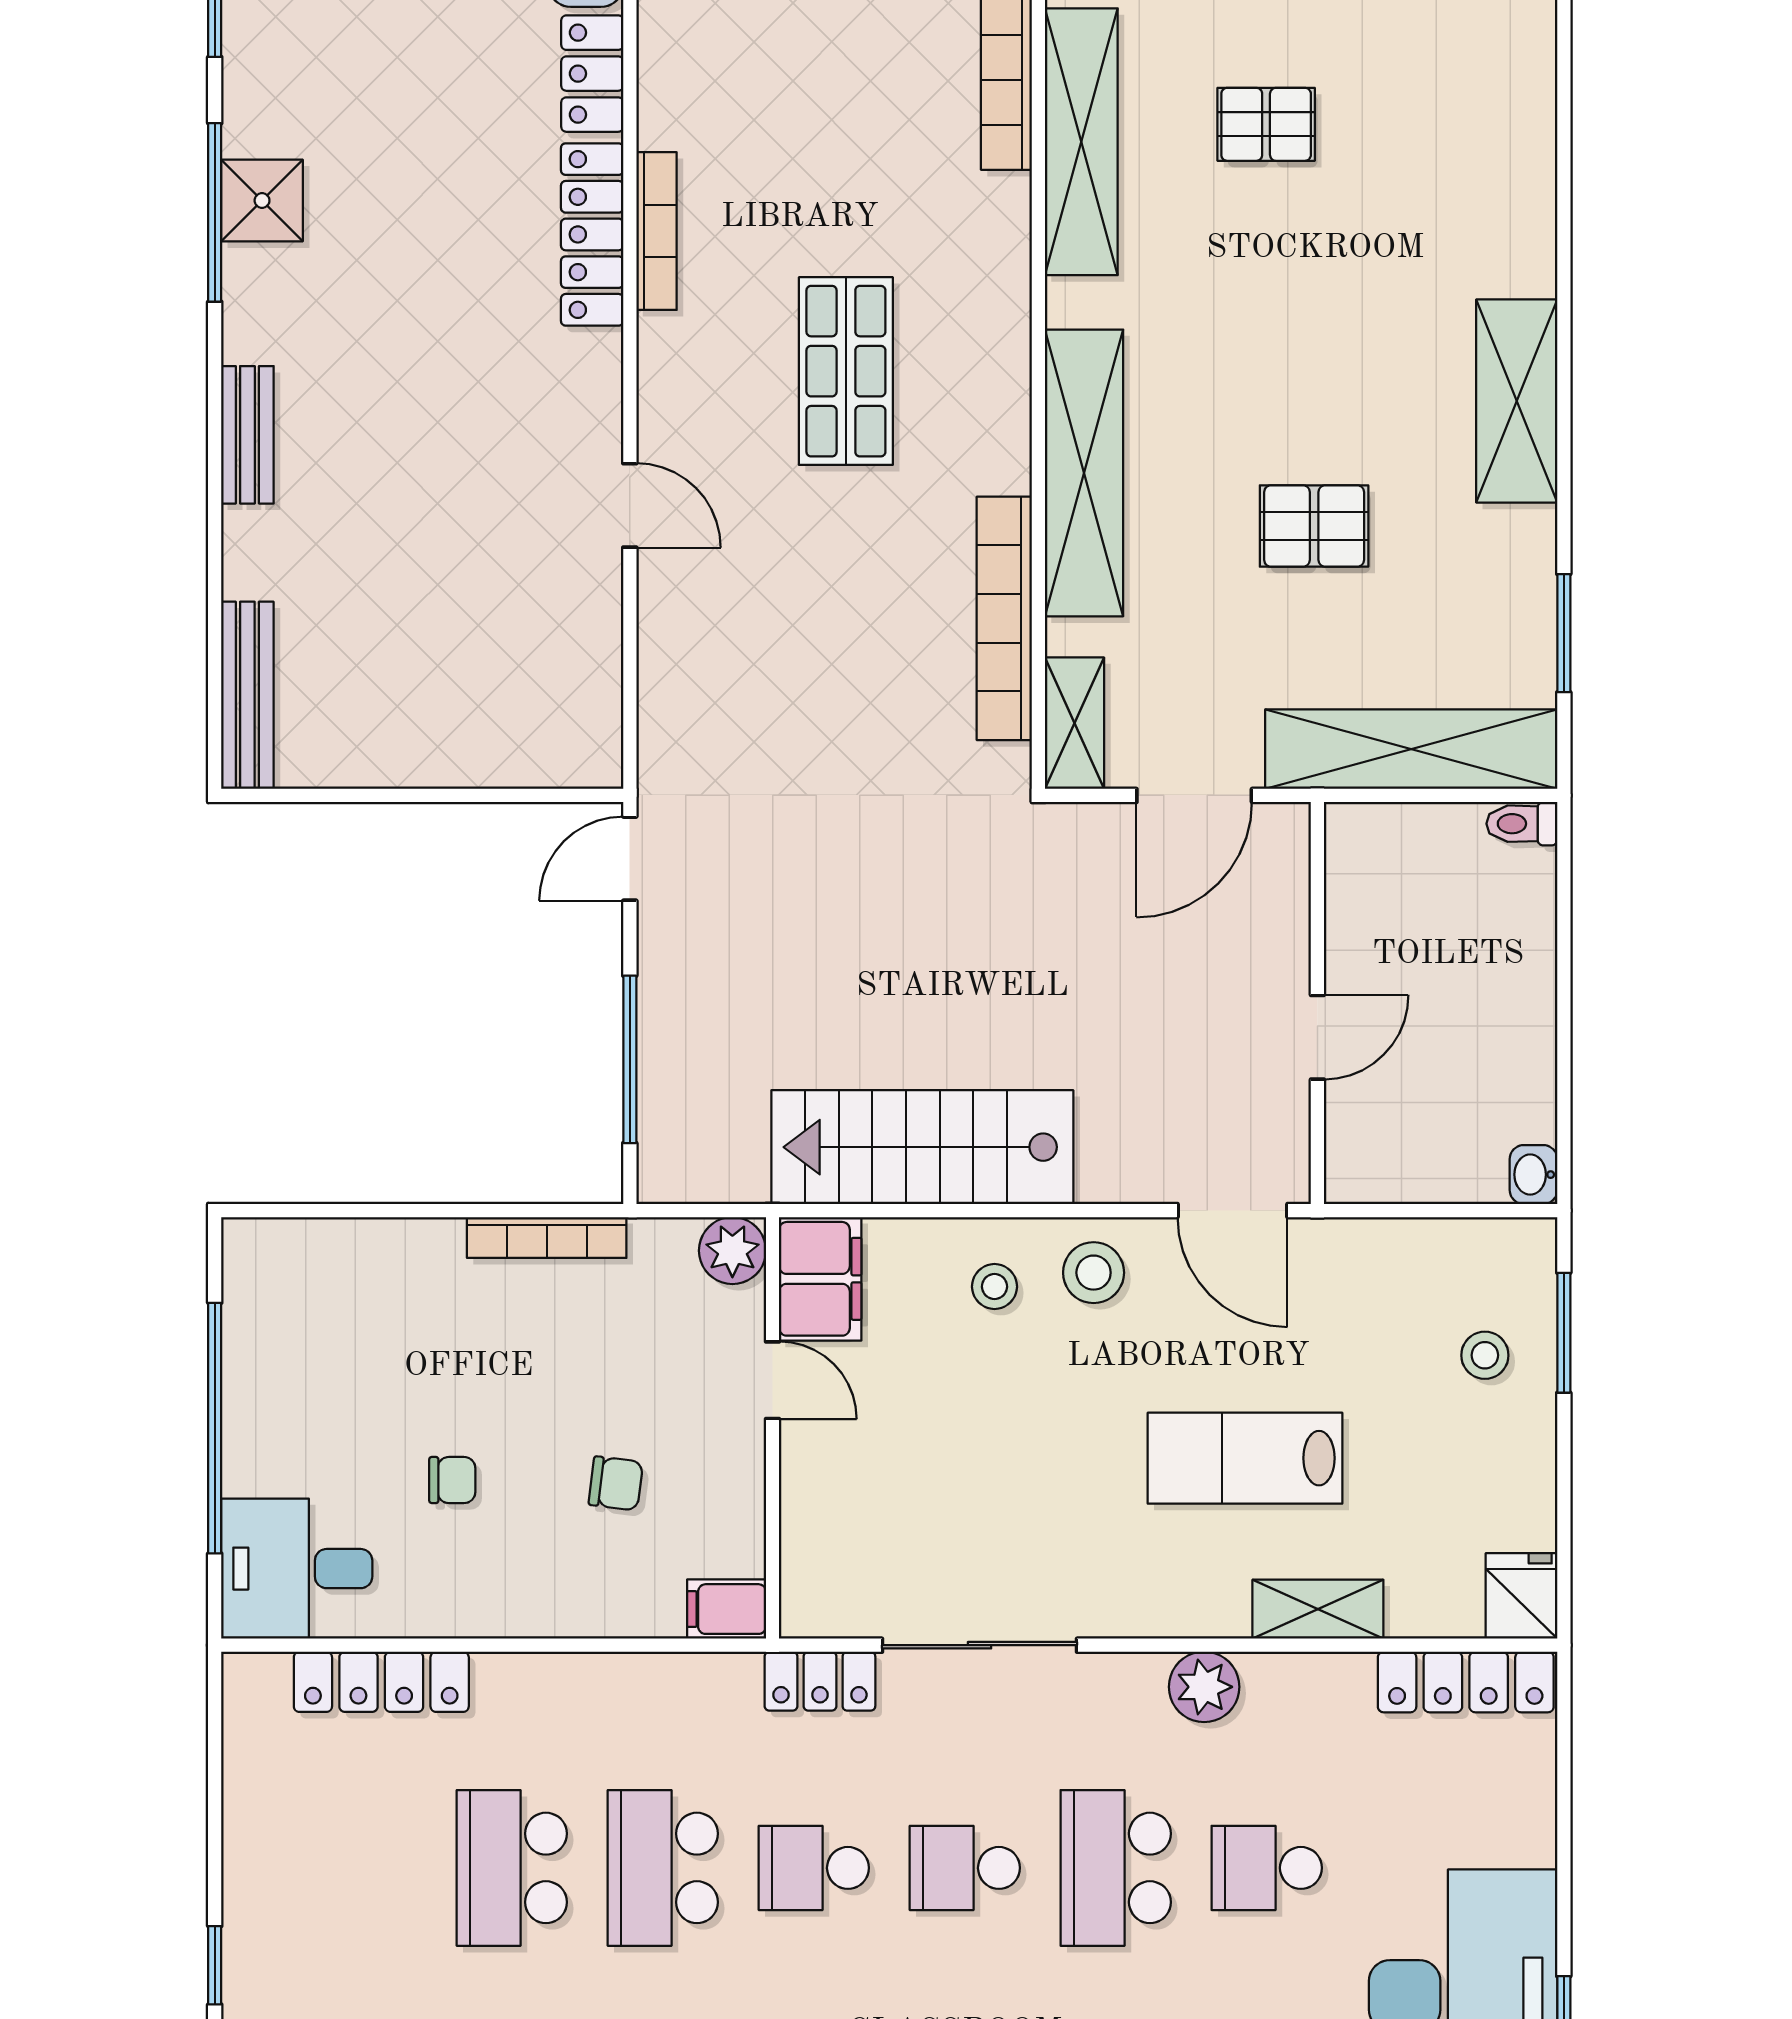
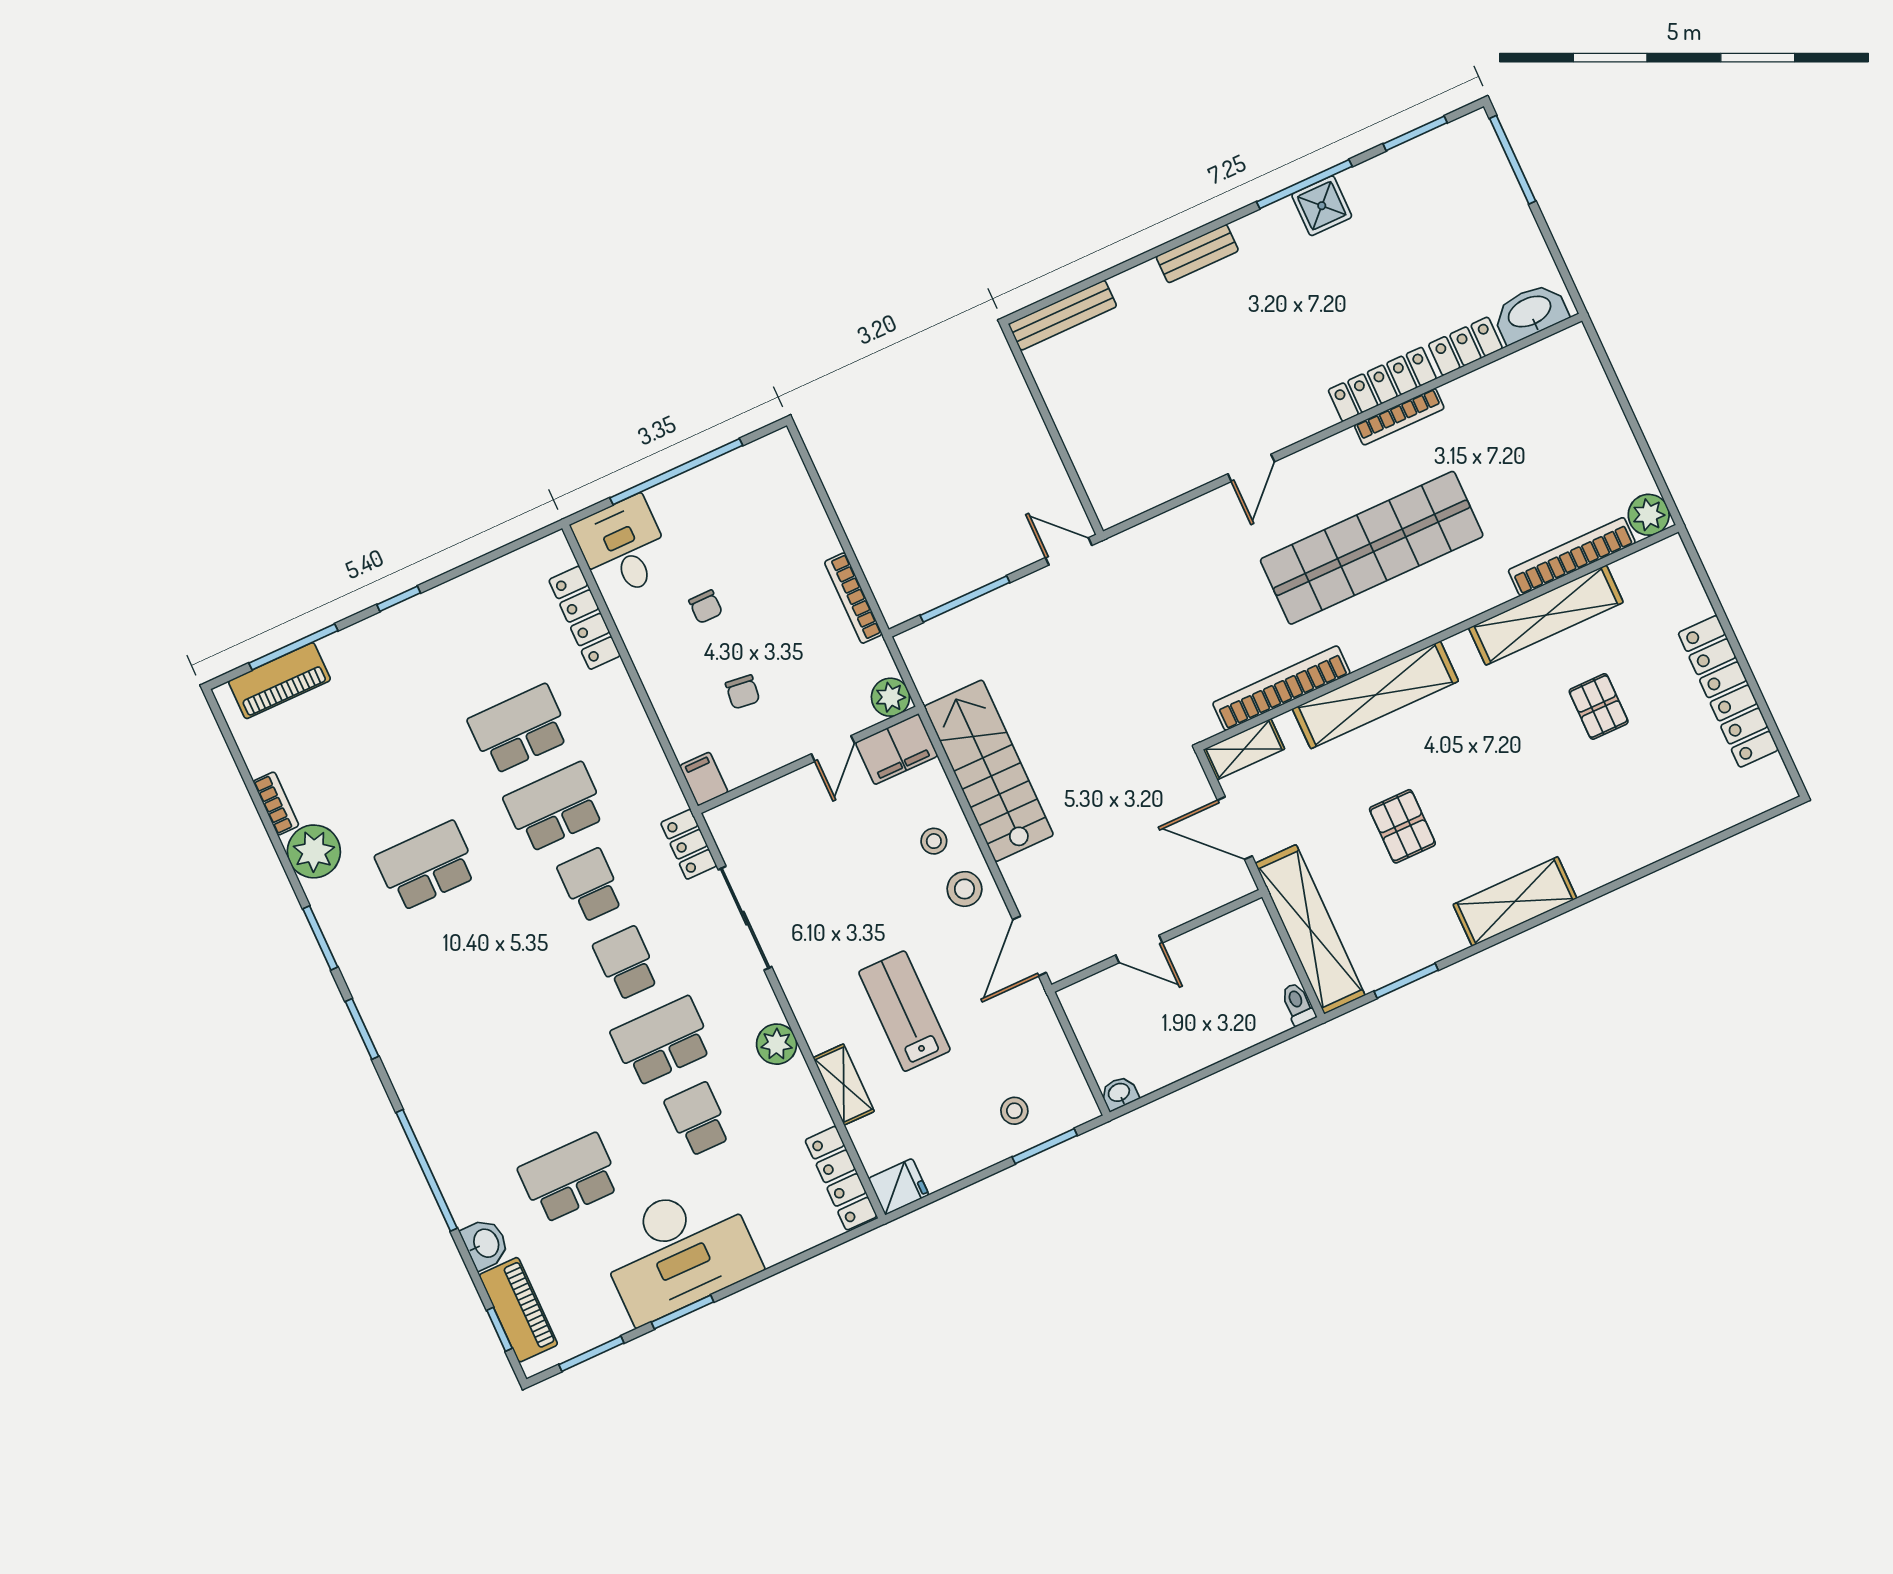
shop shelf: (846, 371) -> (1372, 548), width x2.00, depth x1.36

